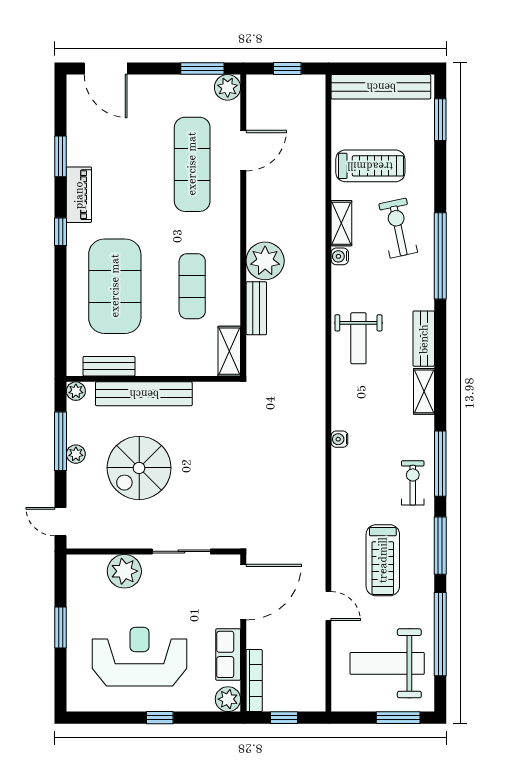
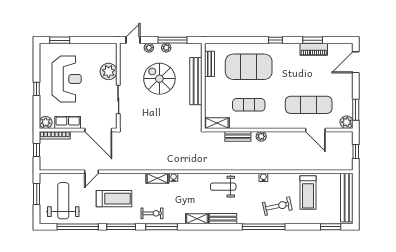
piano: (79, 195) -> (314, 49), moved
shelving: (341, 223) -> (157, 178), moved
plant: (265, 261) -> (261, 136), width x0.53, depth x0.53
plant: (76, 391) -> (149, 48), moved
treadmill: (383, 560) -> (114, 199), turned 180
window: (61, 628) -> (60, 40), moved
window: (398, 718) -> (37, 194), moved

